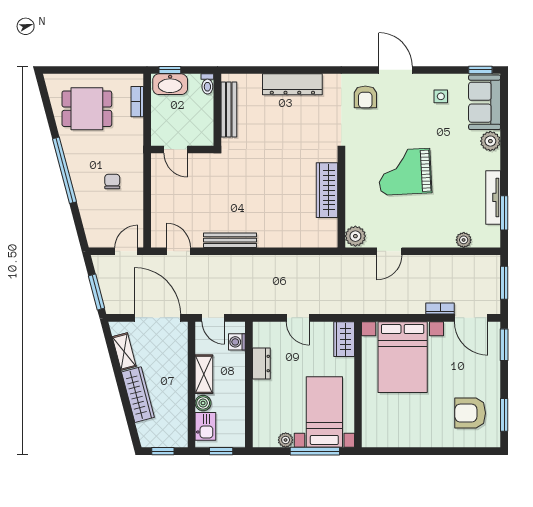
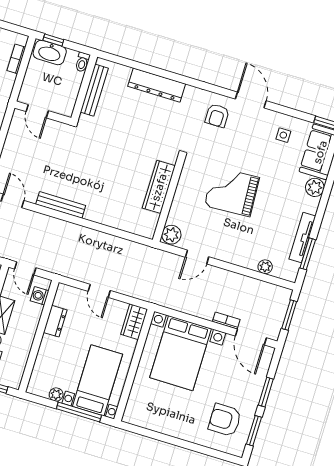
window: (504, 345) -> (266, 392), moved

